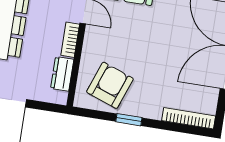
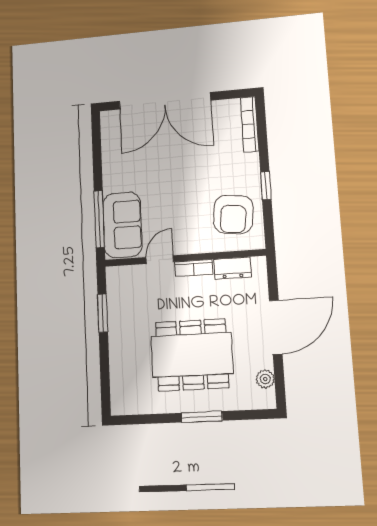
armchair: (110, 85) -> (233, 214), turned -104

